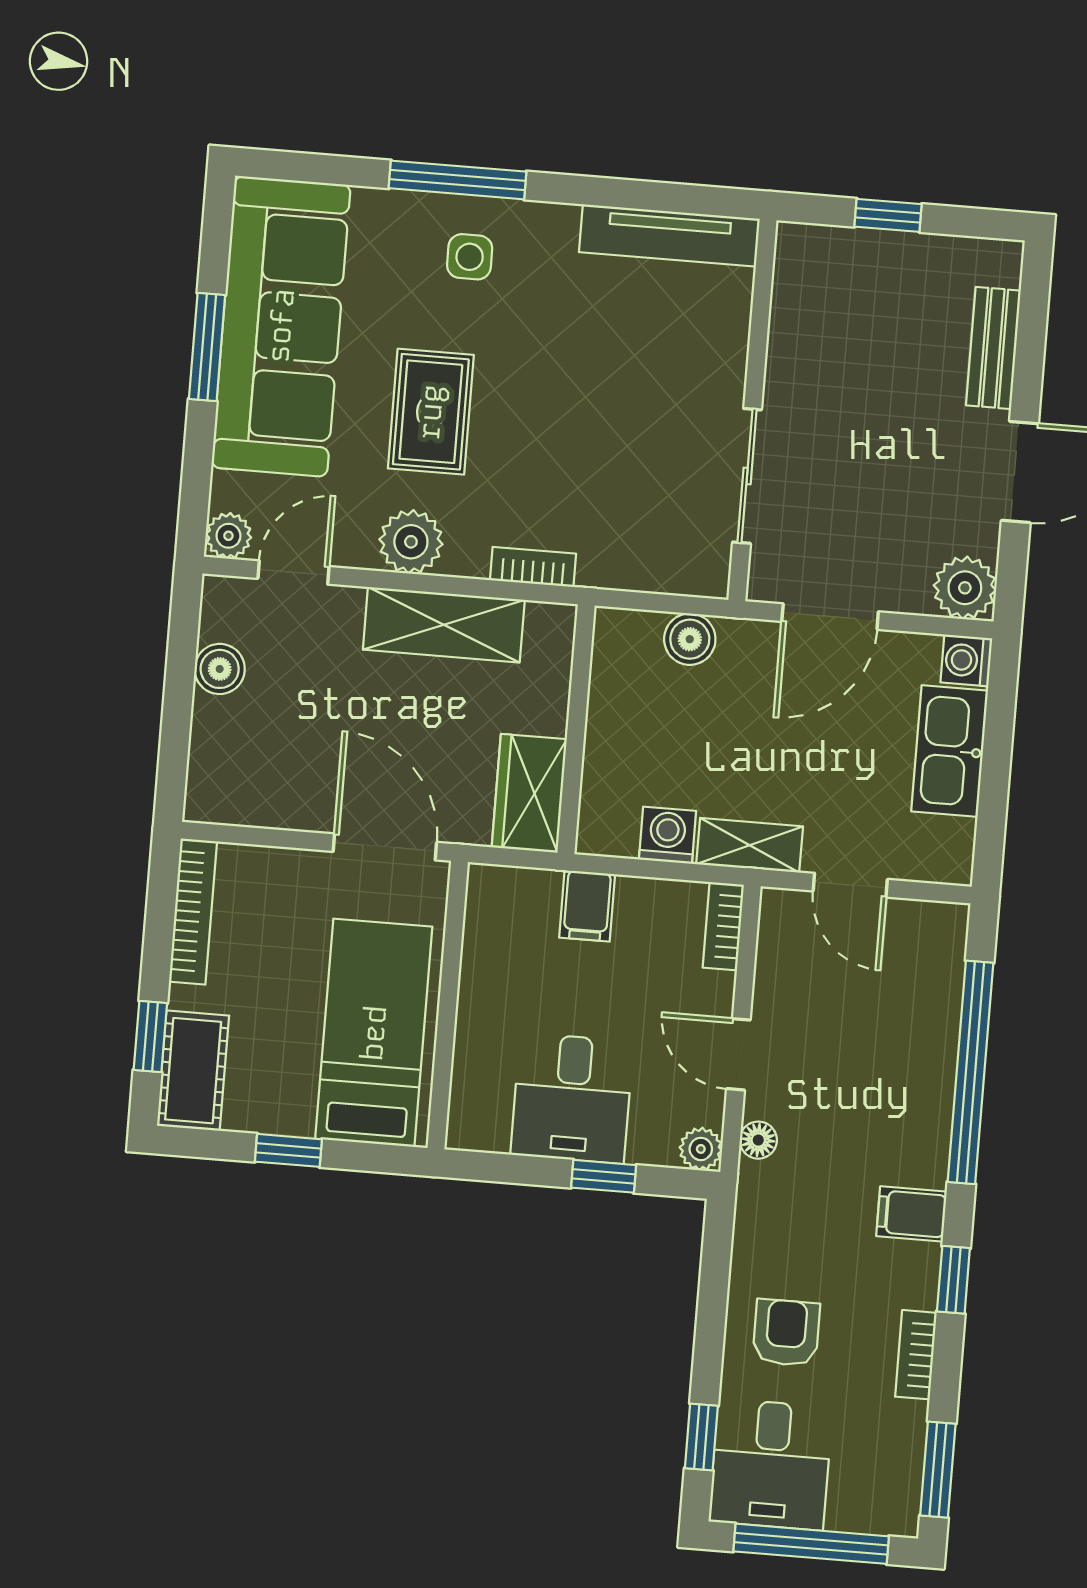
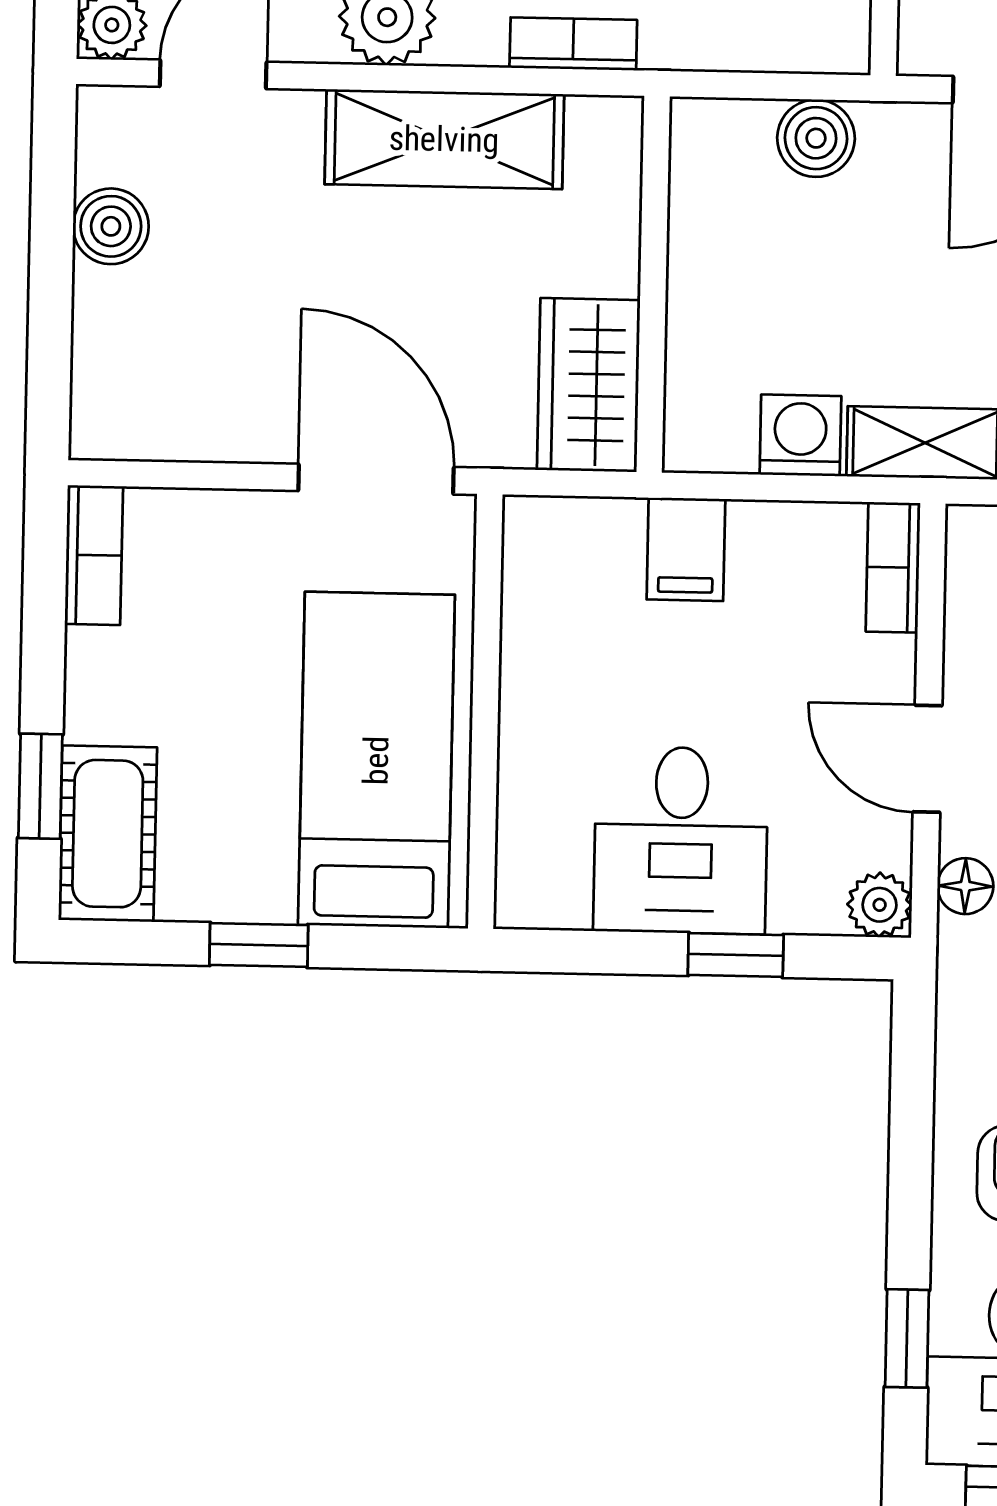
bookcase: (193, 912) -> (94, 555), width x0.64

